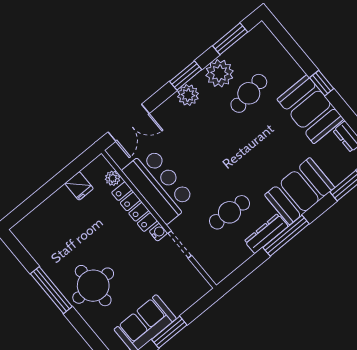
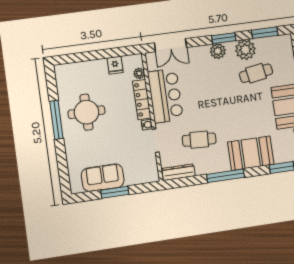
dresser: (266, 234) -> (179, 172), moved
round table: (93, 286) -> (86, 112), moved

